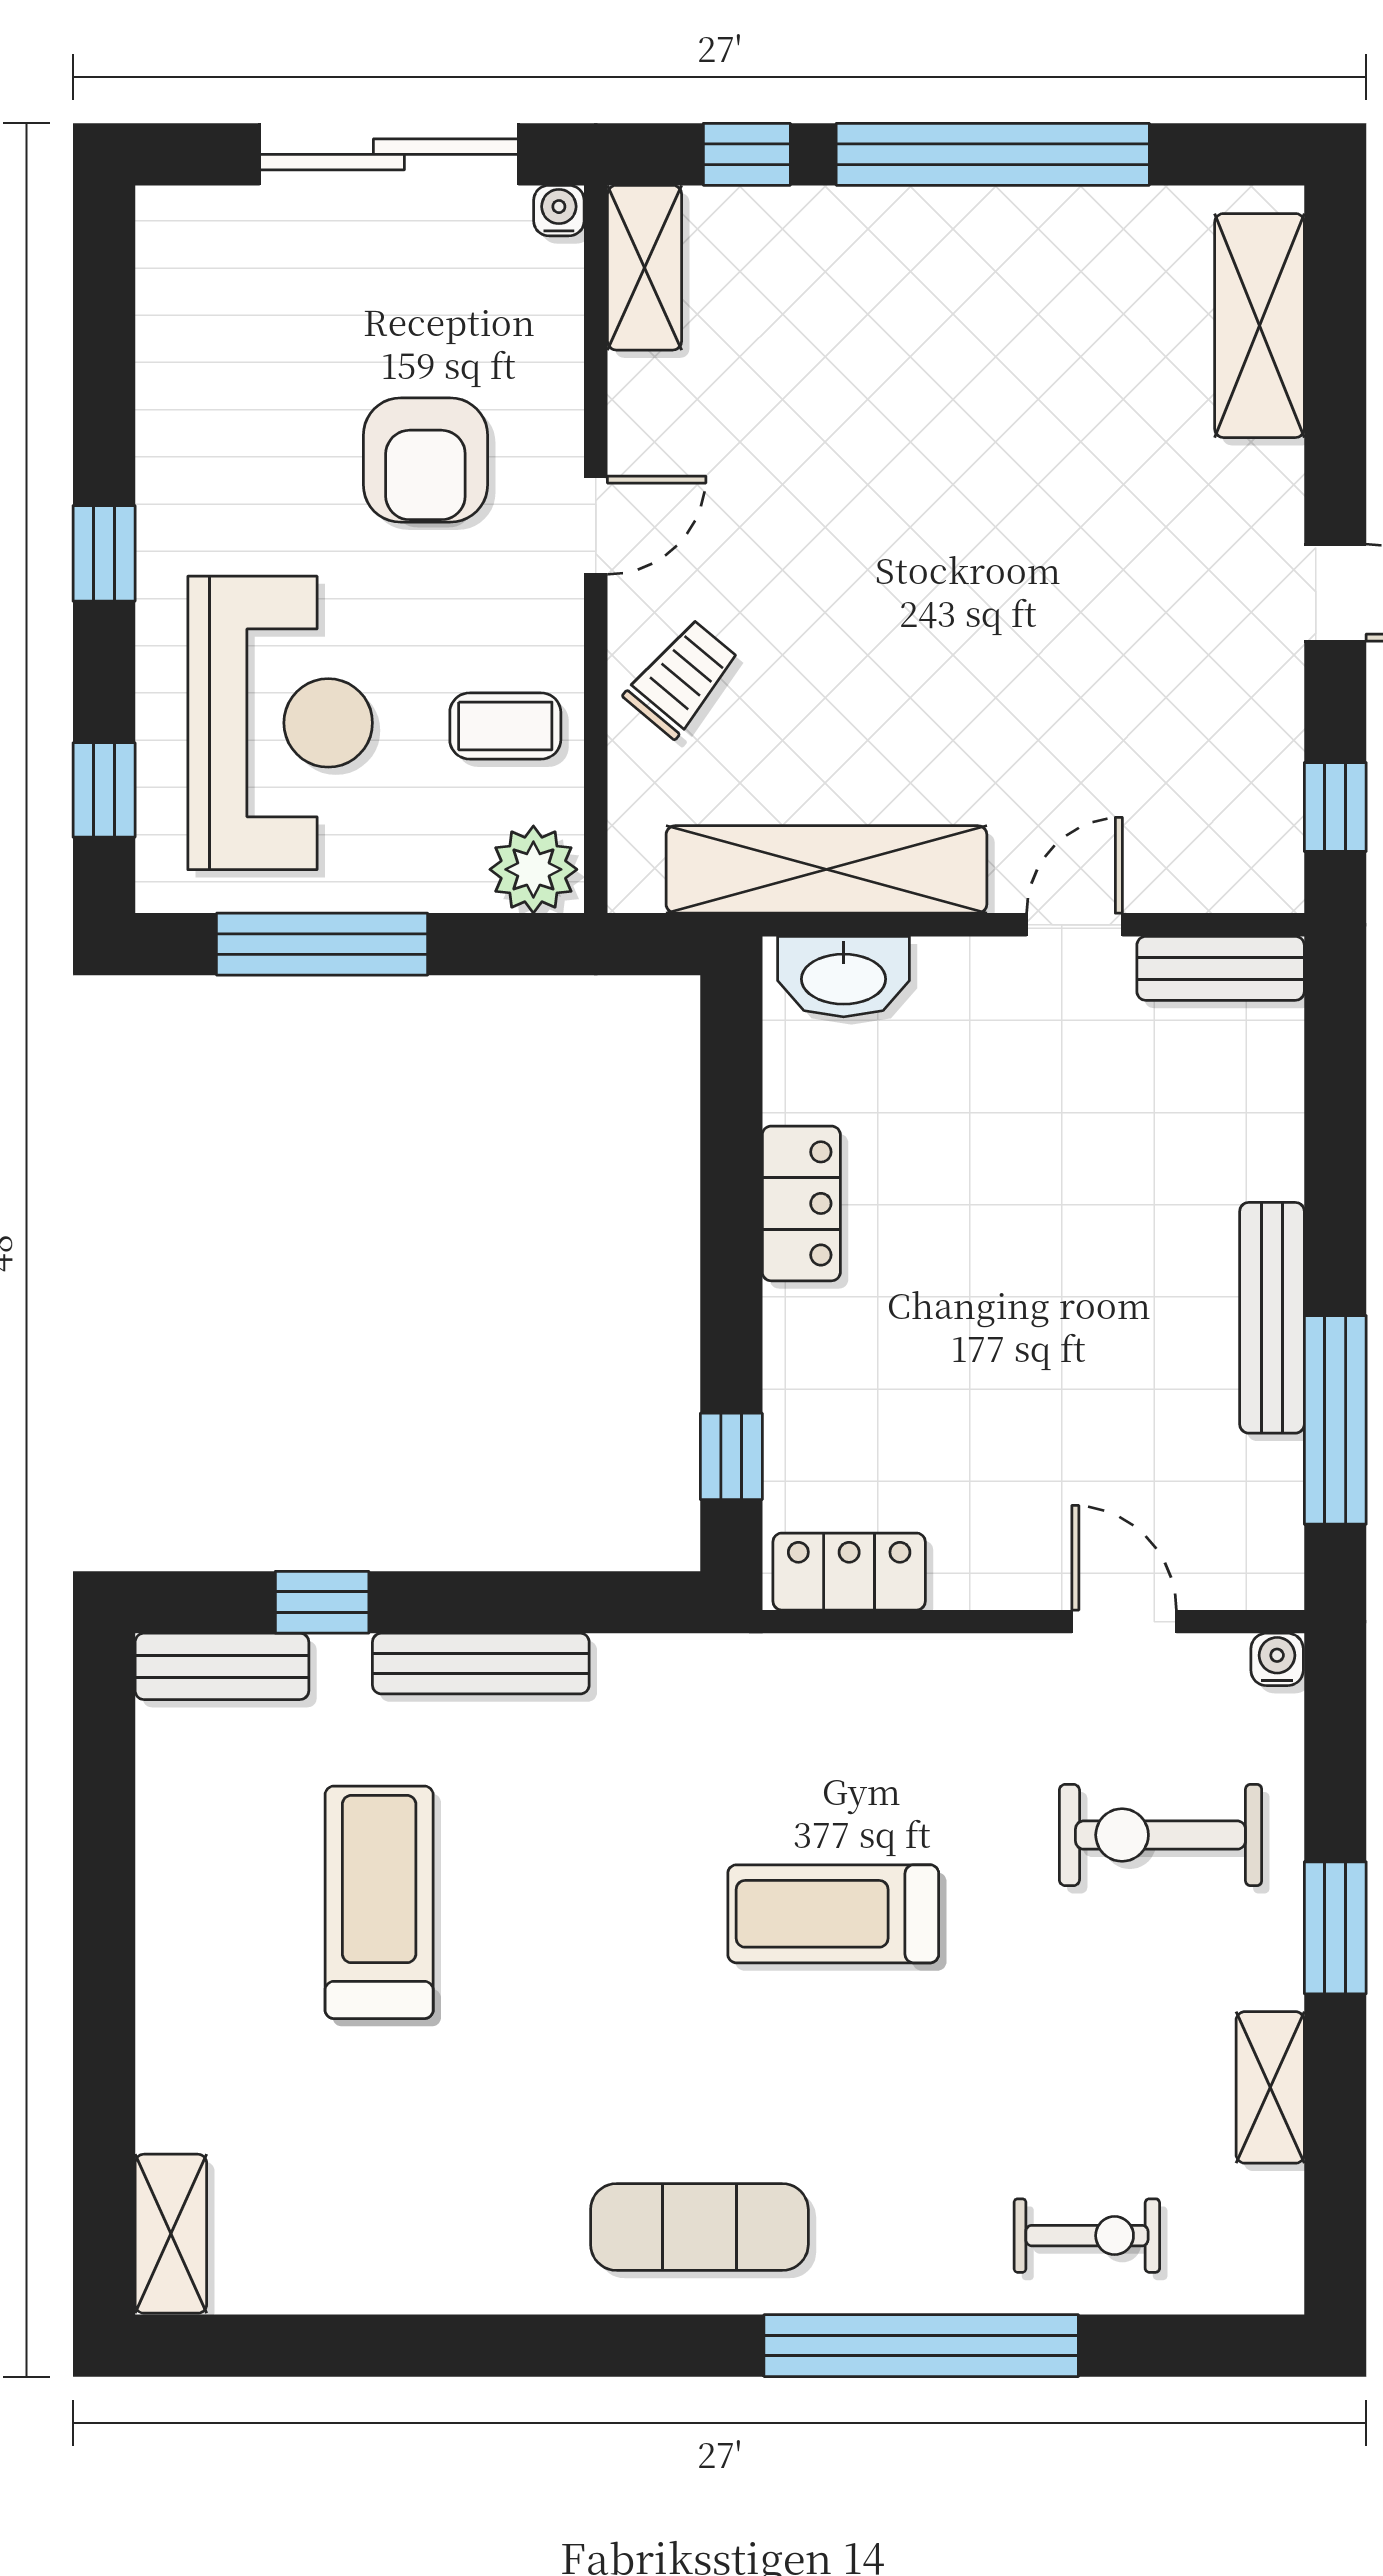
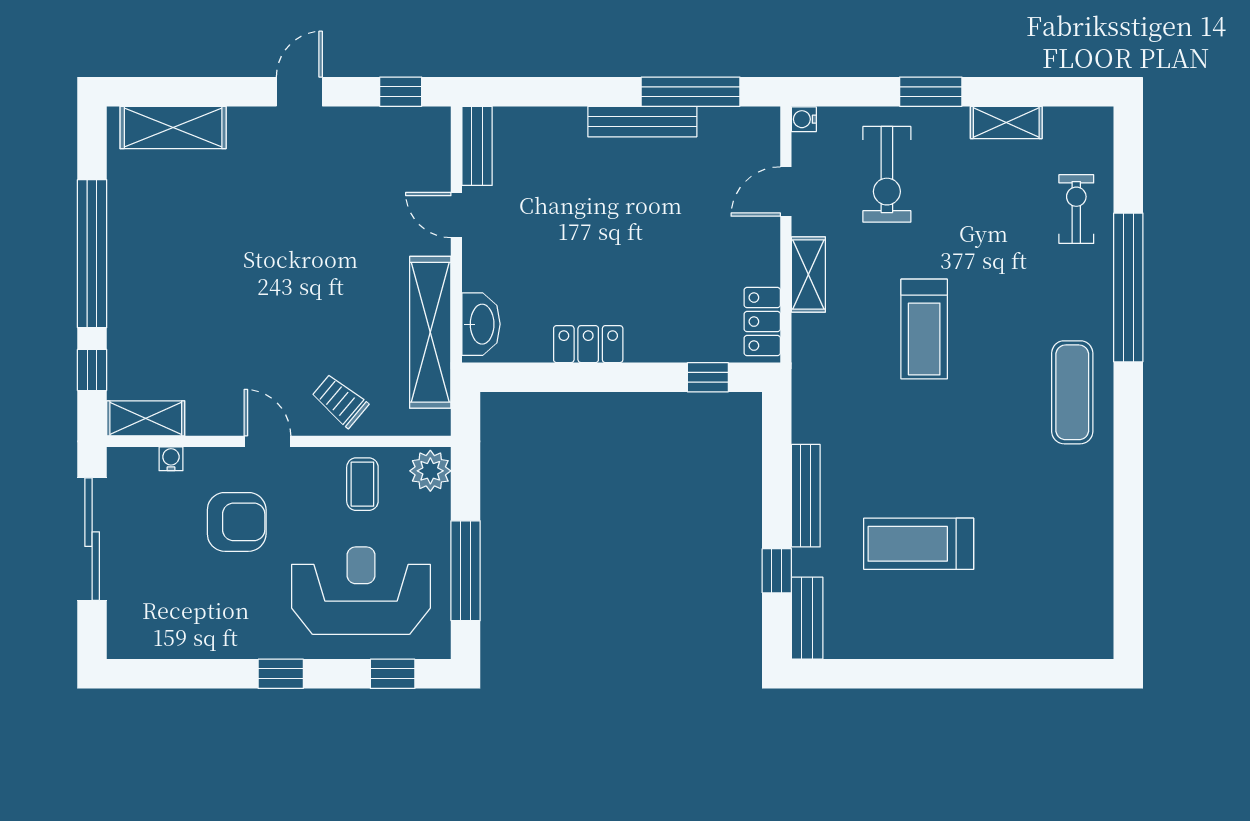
water cooler: (559, 211) -> (171, 459), moved, turned 90
shelving: (171, 2234) -> (808, 274), moved, turned 90

